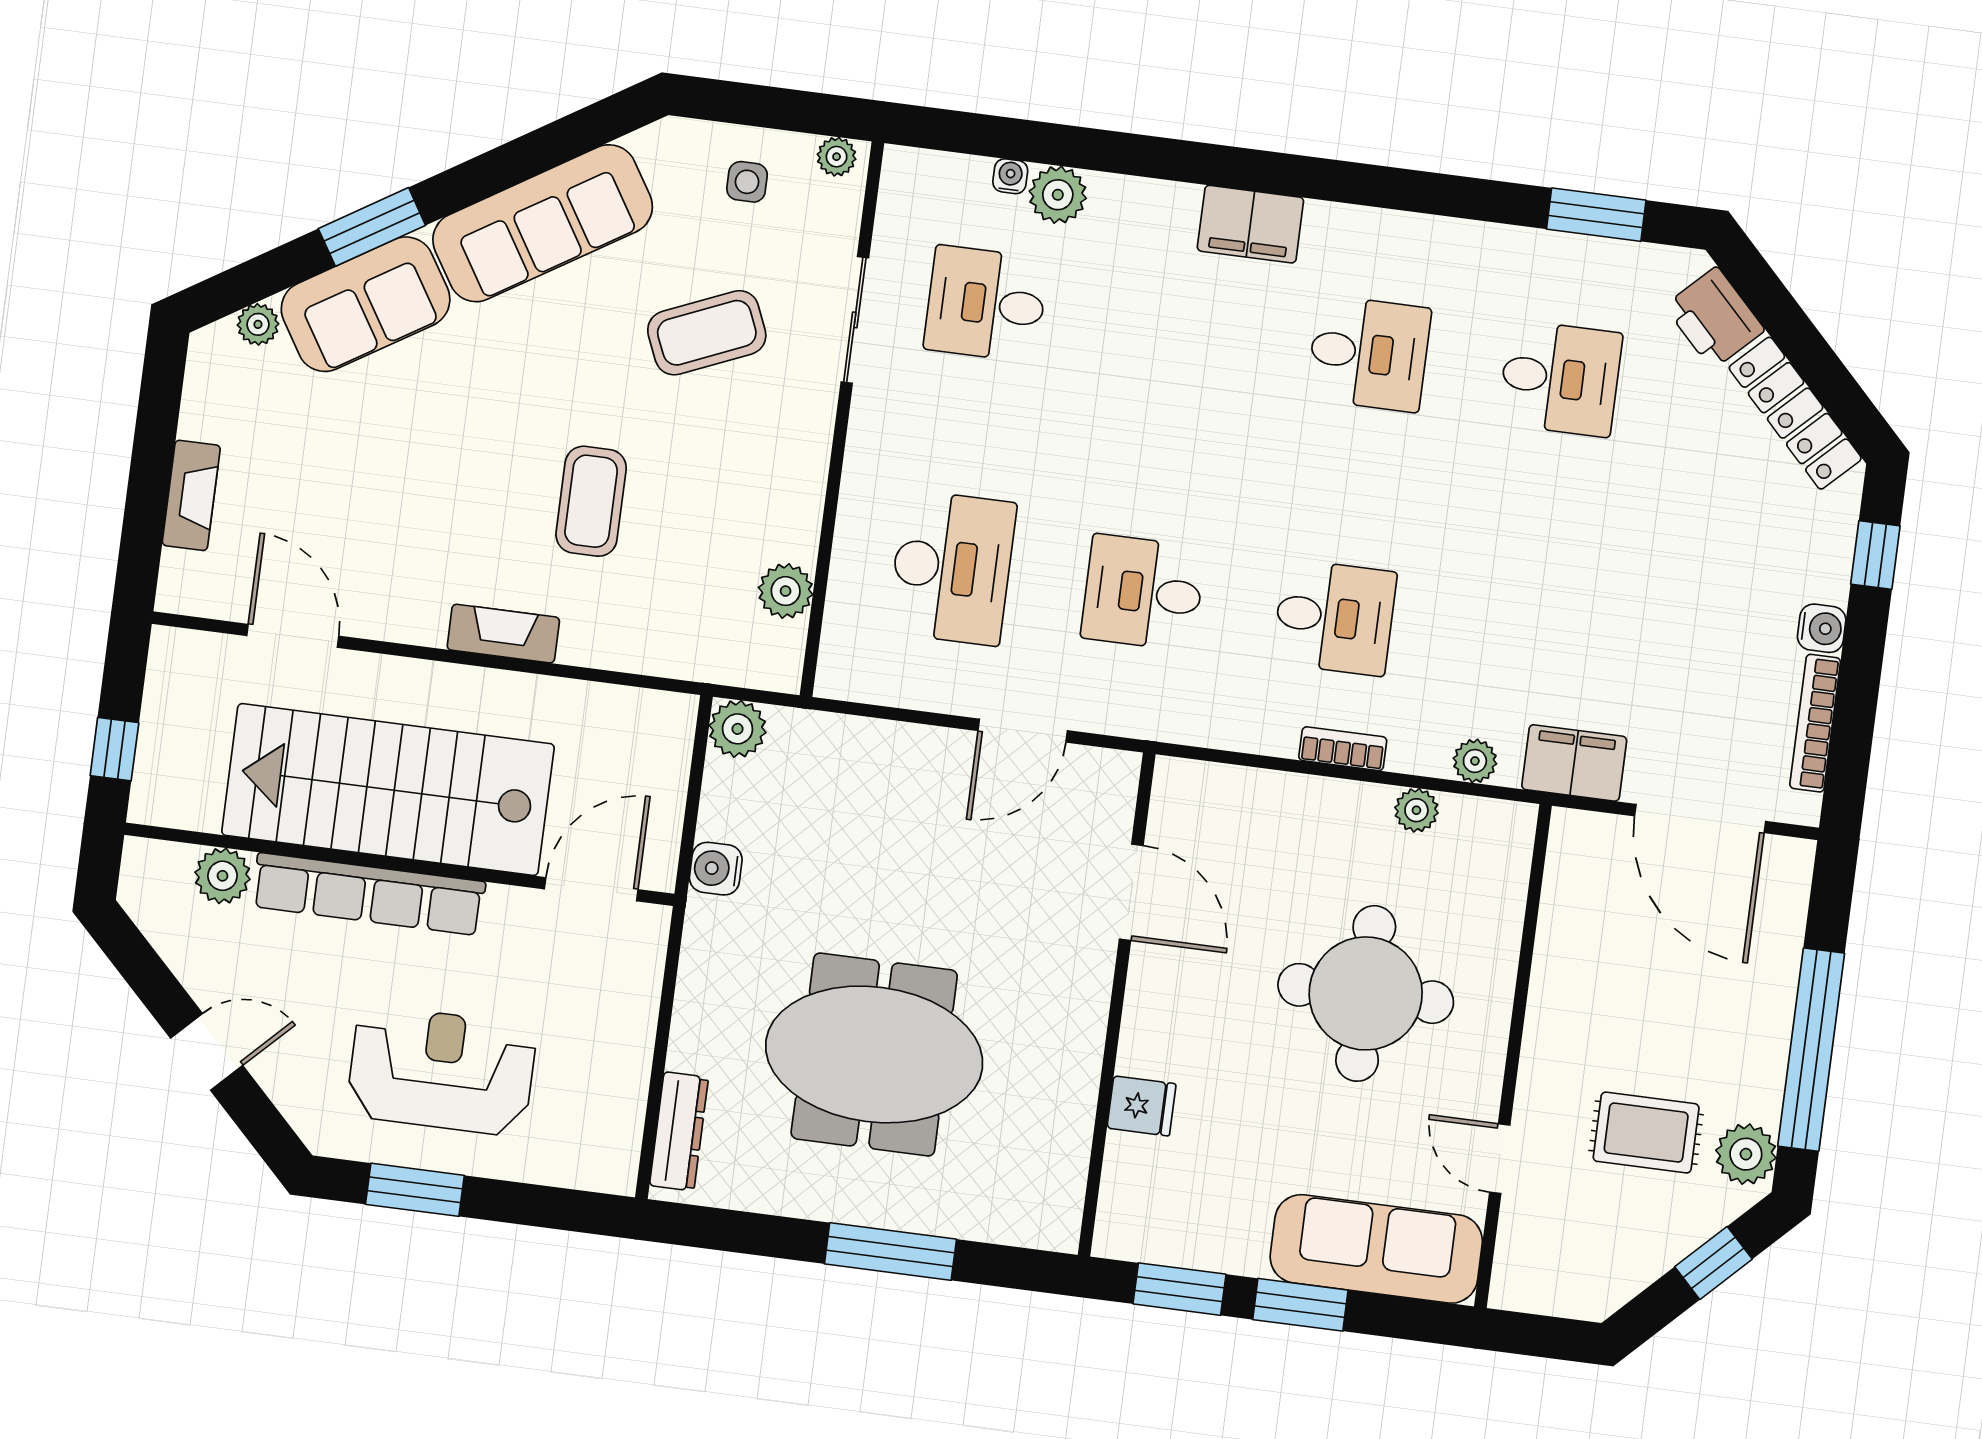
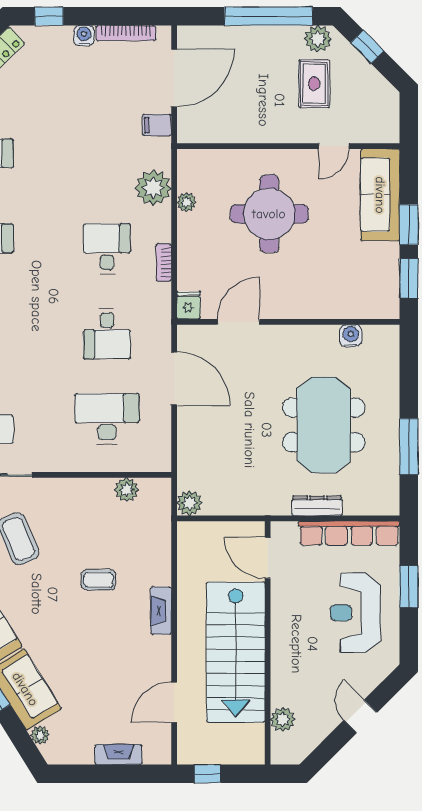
coffee table: (591, 501) -> (98, 580), width x0.73, depth x0.77
door: (1023, 731) -> (174, 378), width x1.36
window: (114, 749) -> (207, 774), moved
bookcase: (1343, 749) -> (164, 263), moved
plant: (1475, 761) -> (153, 188), width x1.88, depth x1.88
filing cabinet: (1574, 763) -> (157, 125), width x0.50
water cooler: (716, 869) -> (351, 336), moved, turned 180
row of seats: (369, 894) -> (349, 533), moved, turned 90
fridge: (1142, 1106) -> (188, 305), moved
dresser: (679, 1131) -> (317, 506), moved
window: (415, 1190) -> (409, 587), moved
window: (890, 1252) -> (409, 446), moved

